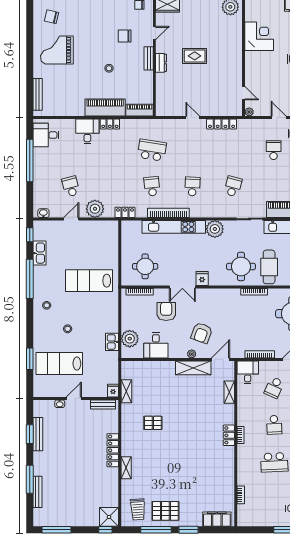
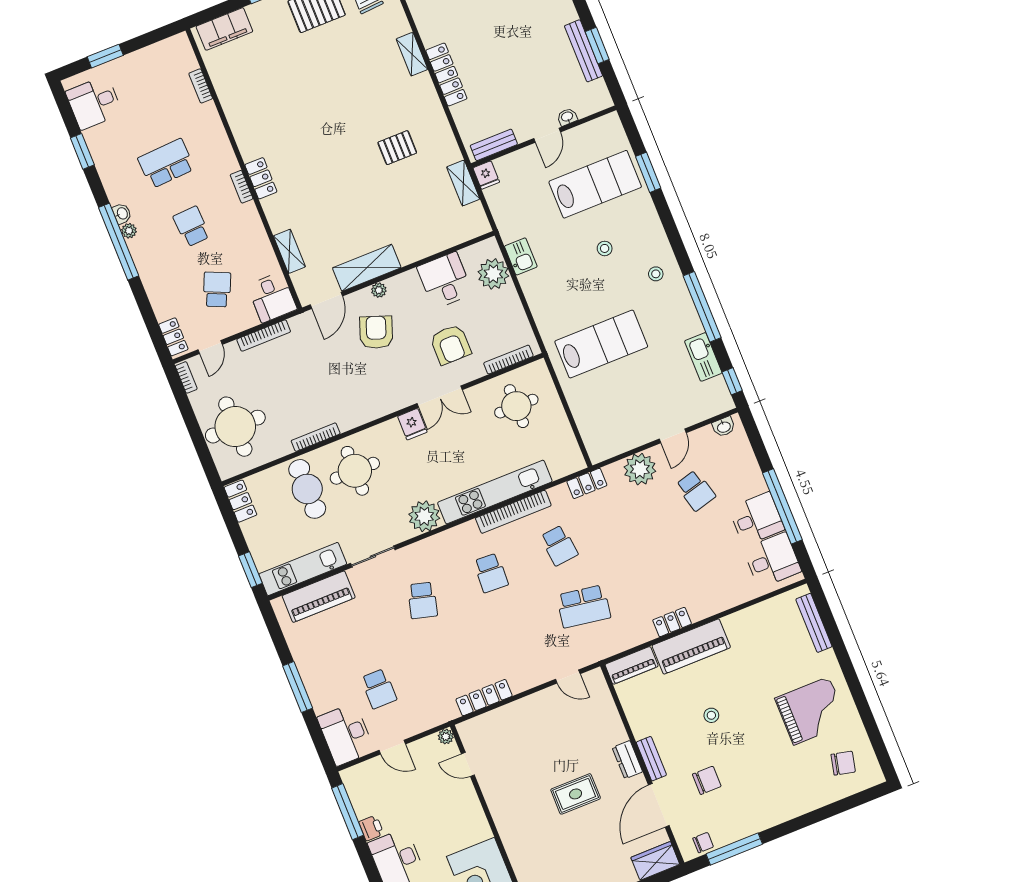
door: (154, 33) -> (659, 805), width x1.88
door: (193, 118) -> (568, 677), moved
desk: (87, 131) -> (757, 519), moved, turned -90
double door: (182, 287) -> (440, 397), swing flipped

